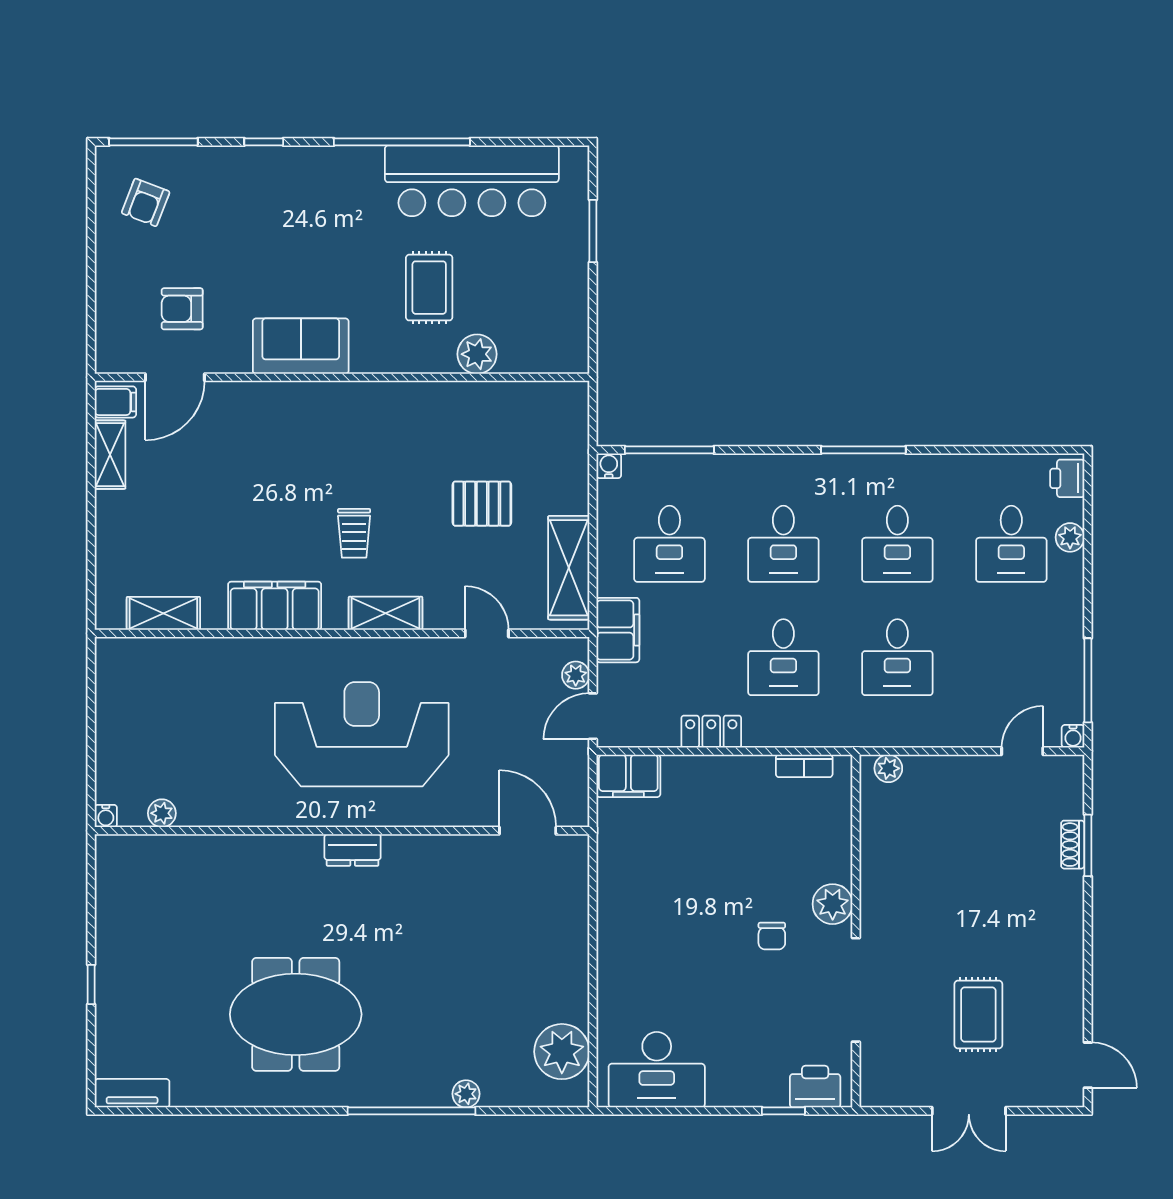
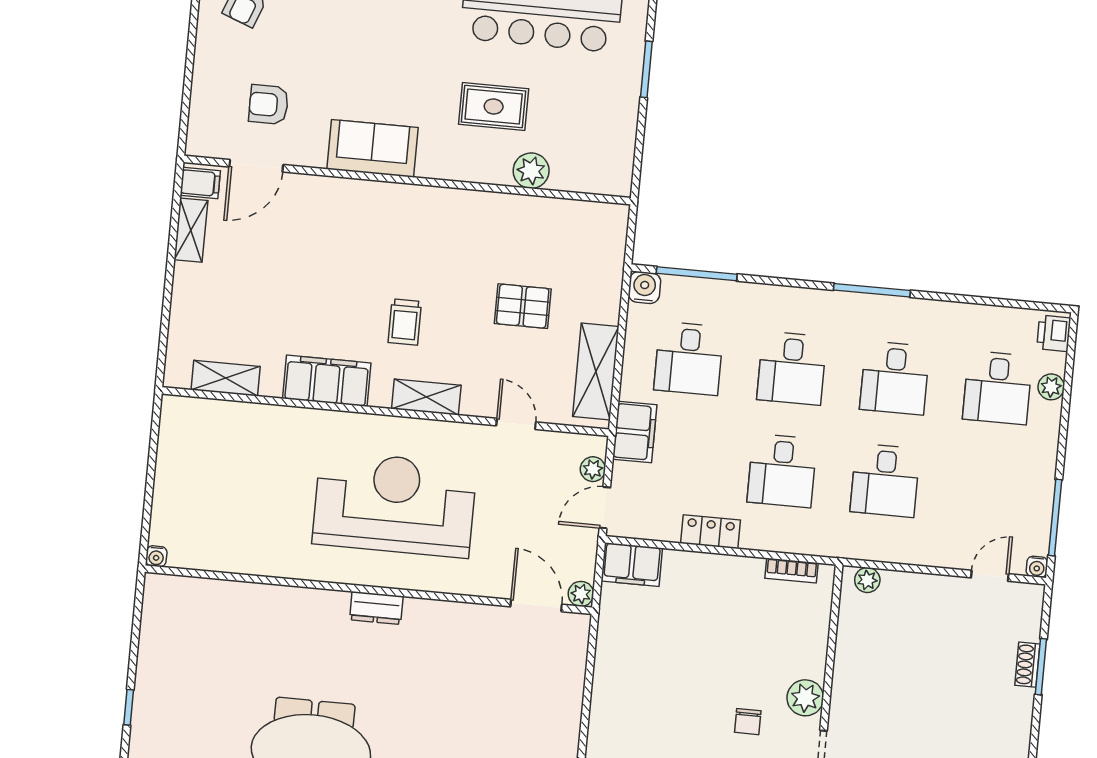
rug: (429, 288) -> (494, 106), turned 90
water cooler: (609, 466) -> (644, 287), width x1.38, depth x1.38
plant: (162, 813) -> (581, 594), moved

